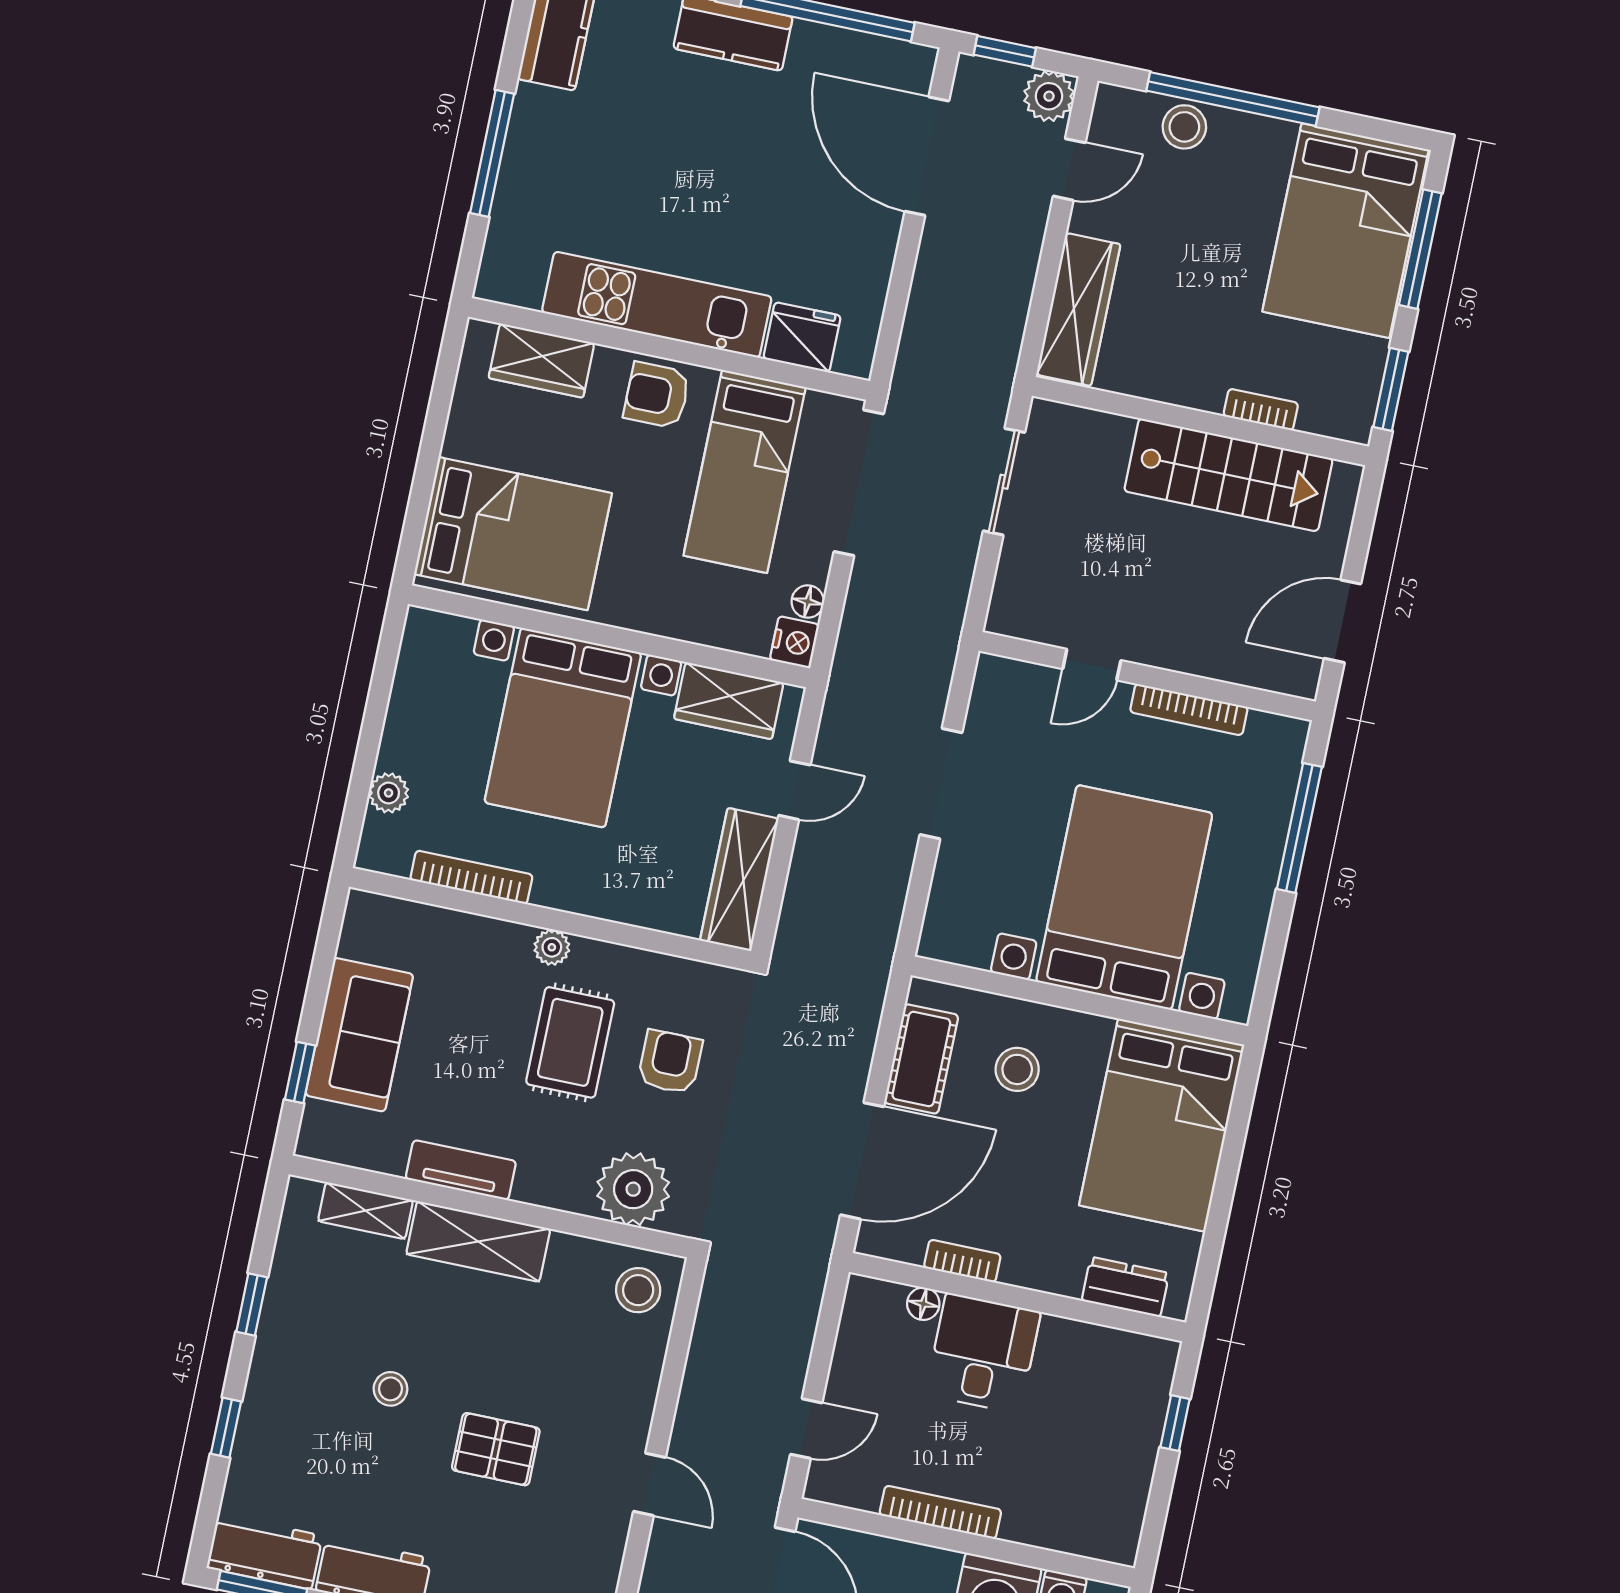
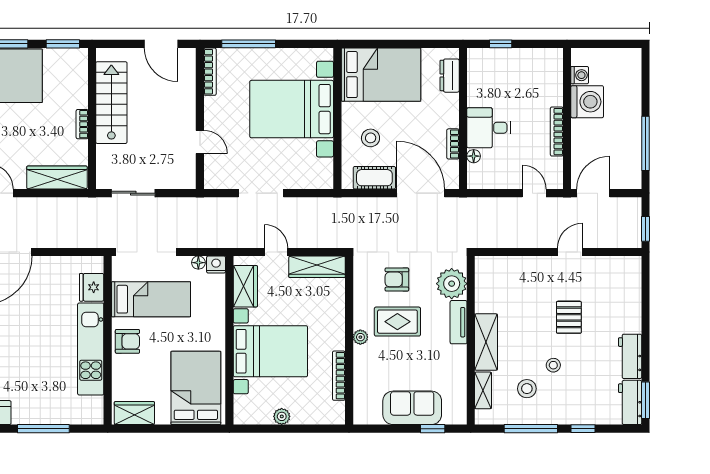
wardrobe: (541, 361) -> (134, 413), moved, turned -90
armchair: (657, 395) -> (127, 341), turned -90
bookcase: (1261, 410) -> (82, 124), moved
bookcase: (1189, 710) -> (210, 72), moved
plant: (389, 793) -> (282, 416), moved
tv unit: (461, 1170) -> (459, 322), moved
stool: (638, 1290) -> (527, 389), moved
window: (252, 1304) -> (531, 429), width x2.17

